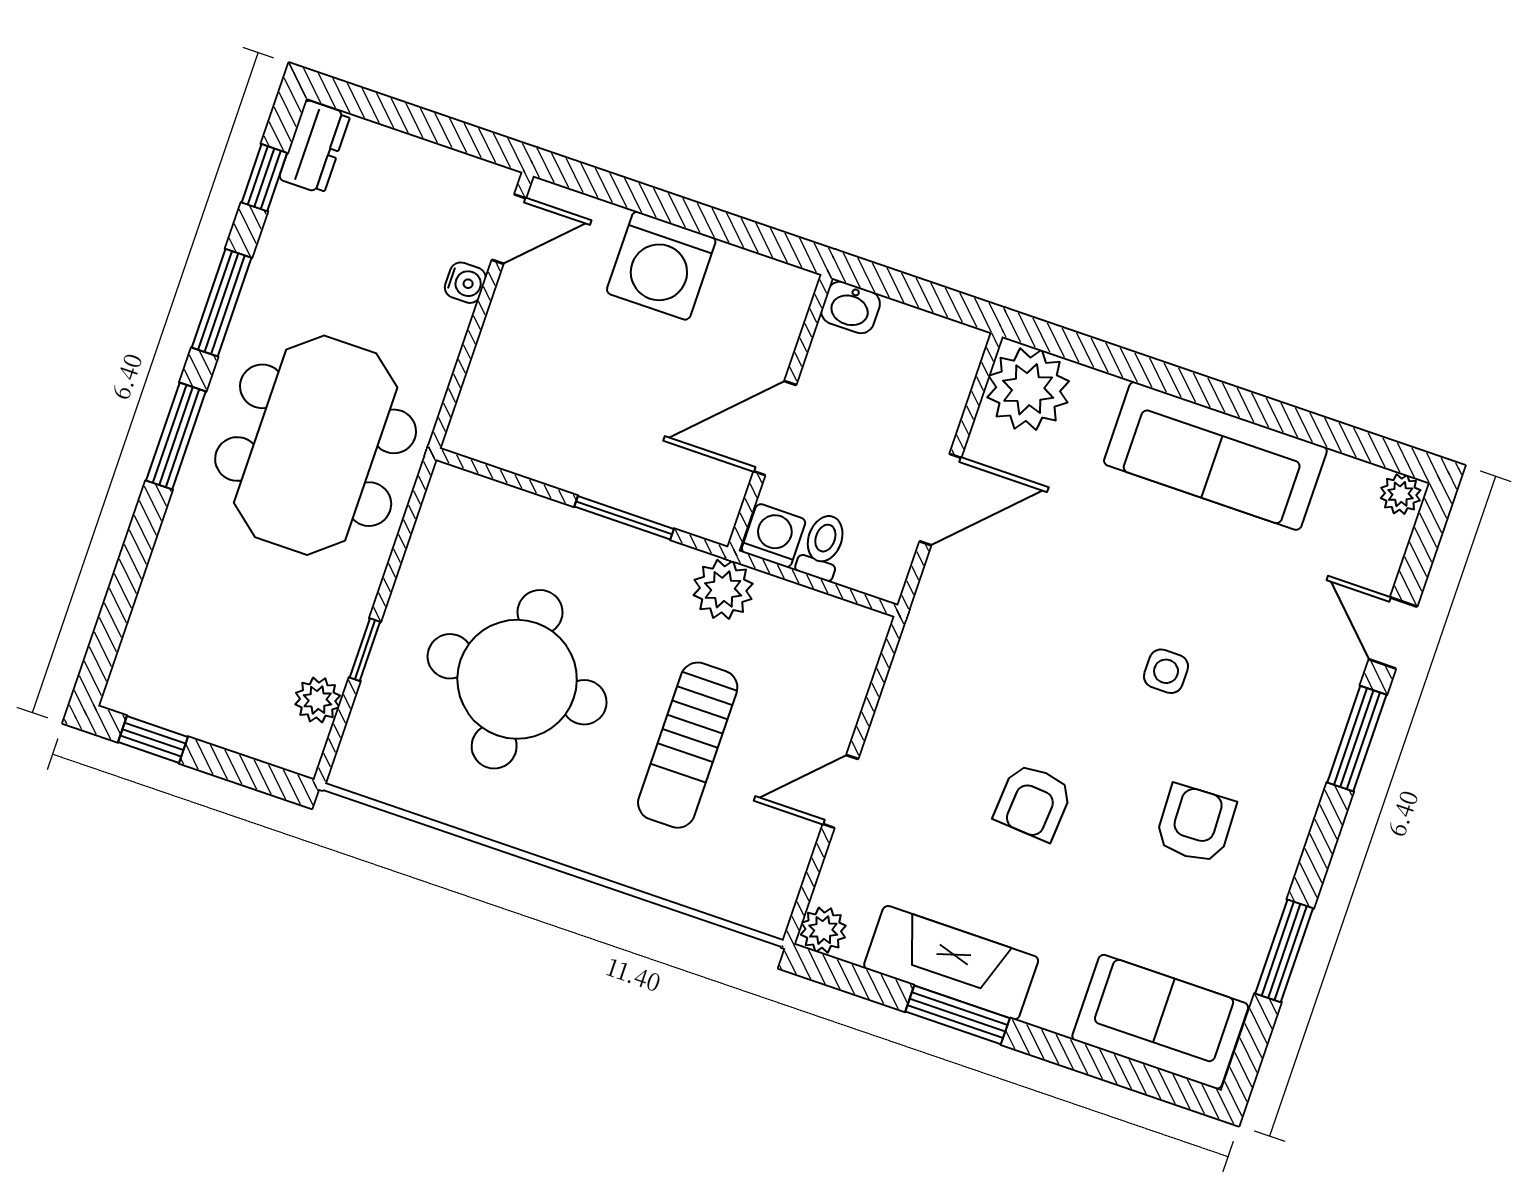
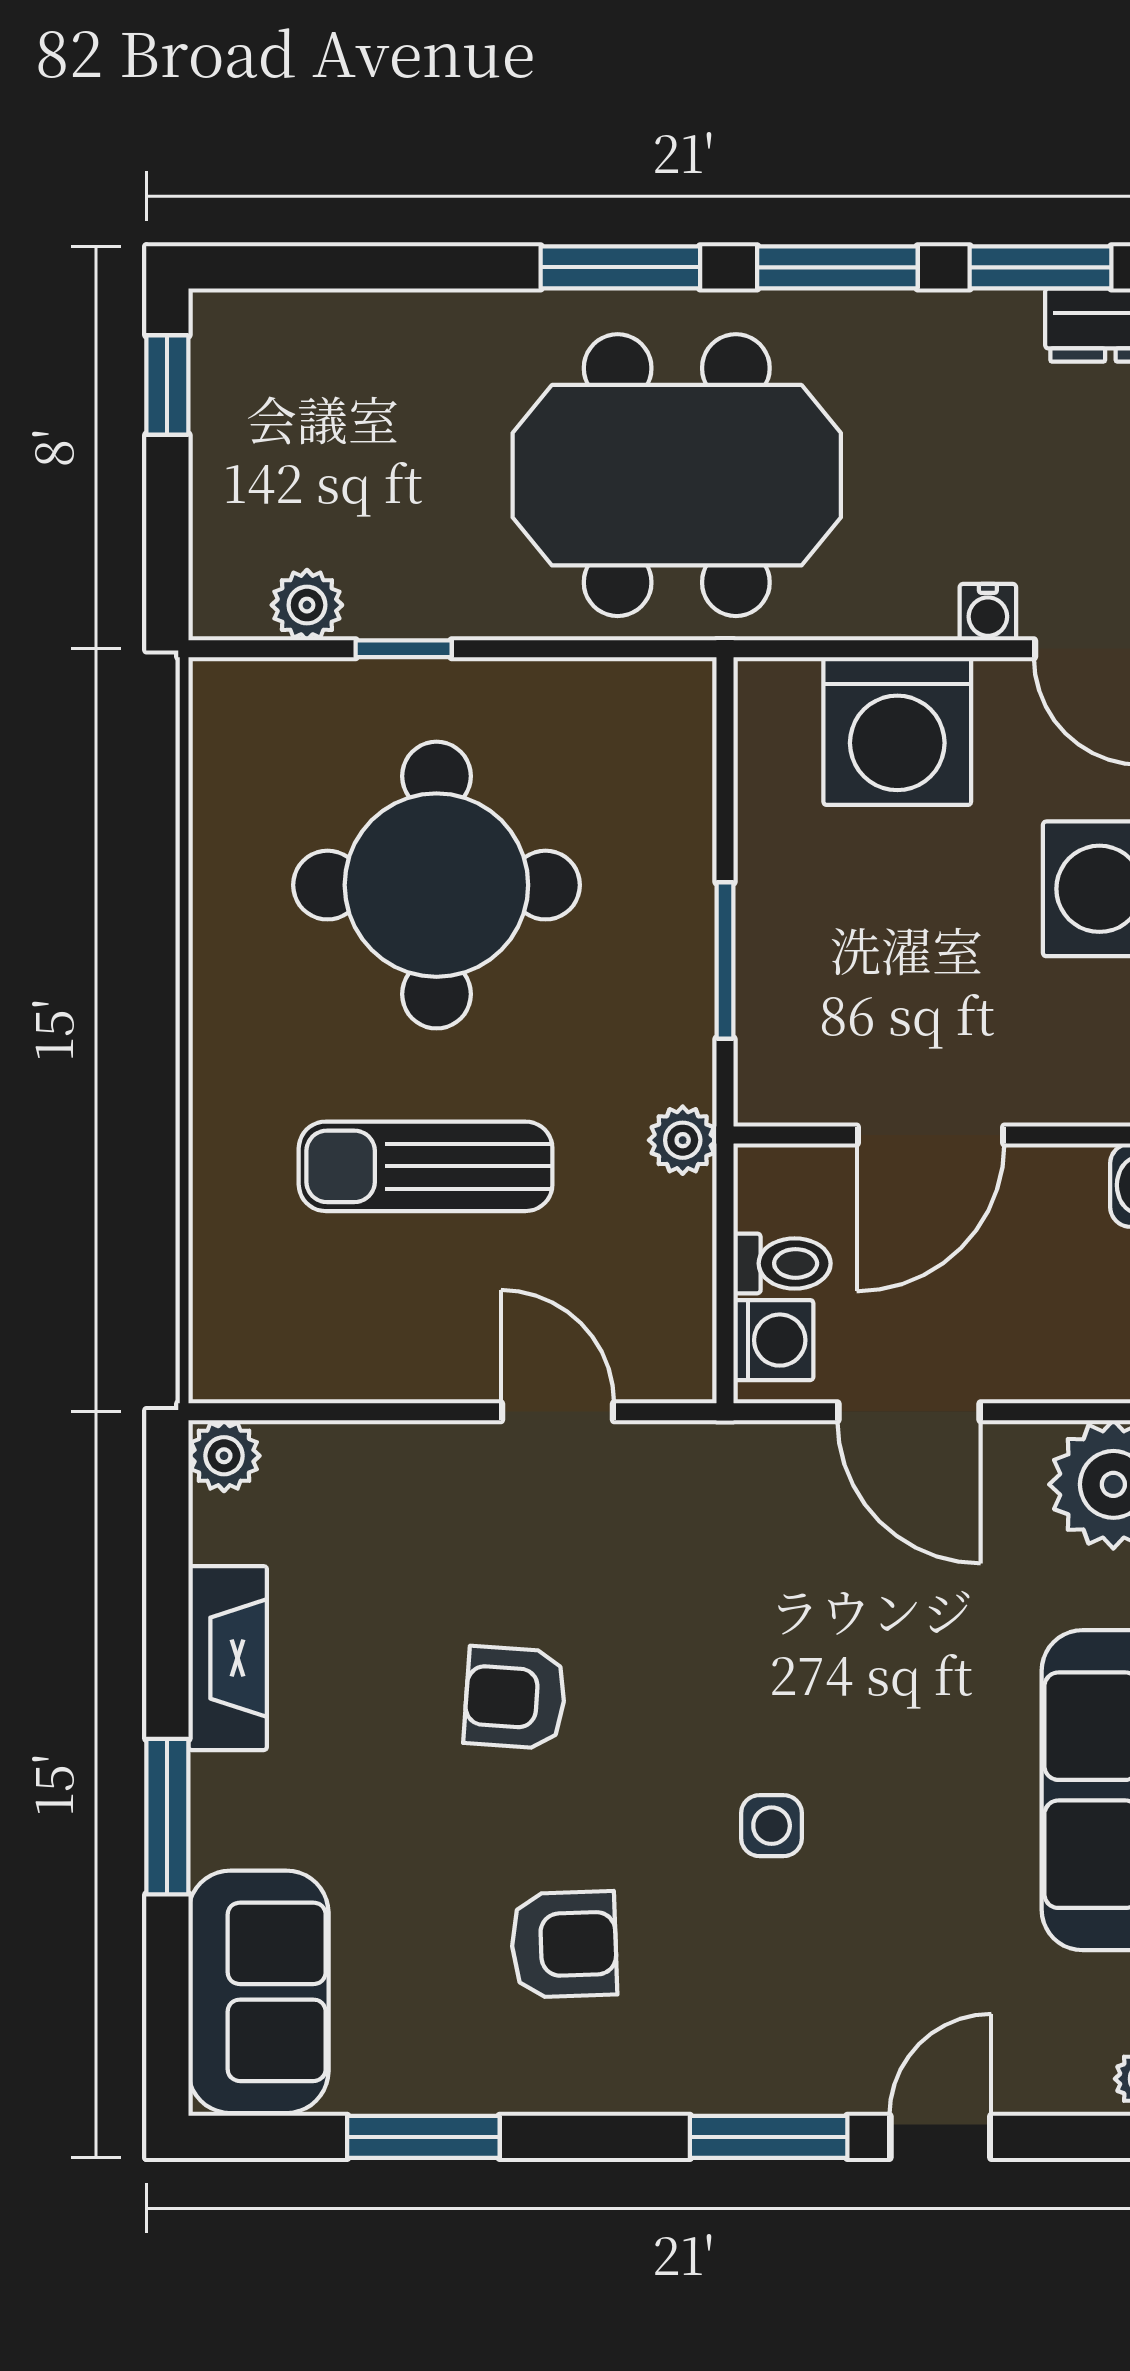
window: (264, 178) -> (1041, 267), width x1.50
washing machine: (519, 363) -> (897, 731), added
door: (775, 428) -> (930, 1135), swing flipped
washing machine: (774, 536) -> (773, 1340), moved
plant: (723, 589) -> (683, 1140), width x0.73, depth x0.73
door: (840, 792) -> (557, 1412), moved
fireplace: (951, 963) -> (228, 1658), width x0.73, depth x0.76
window: (958, 1015) -> (167, 1817), moved

